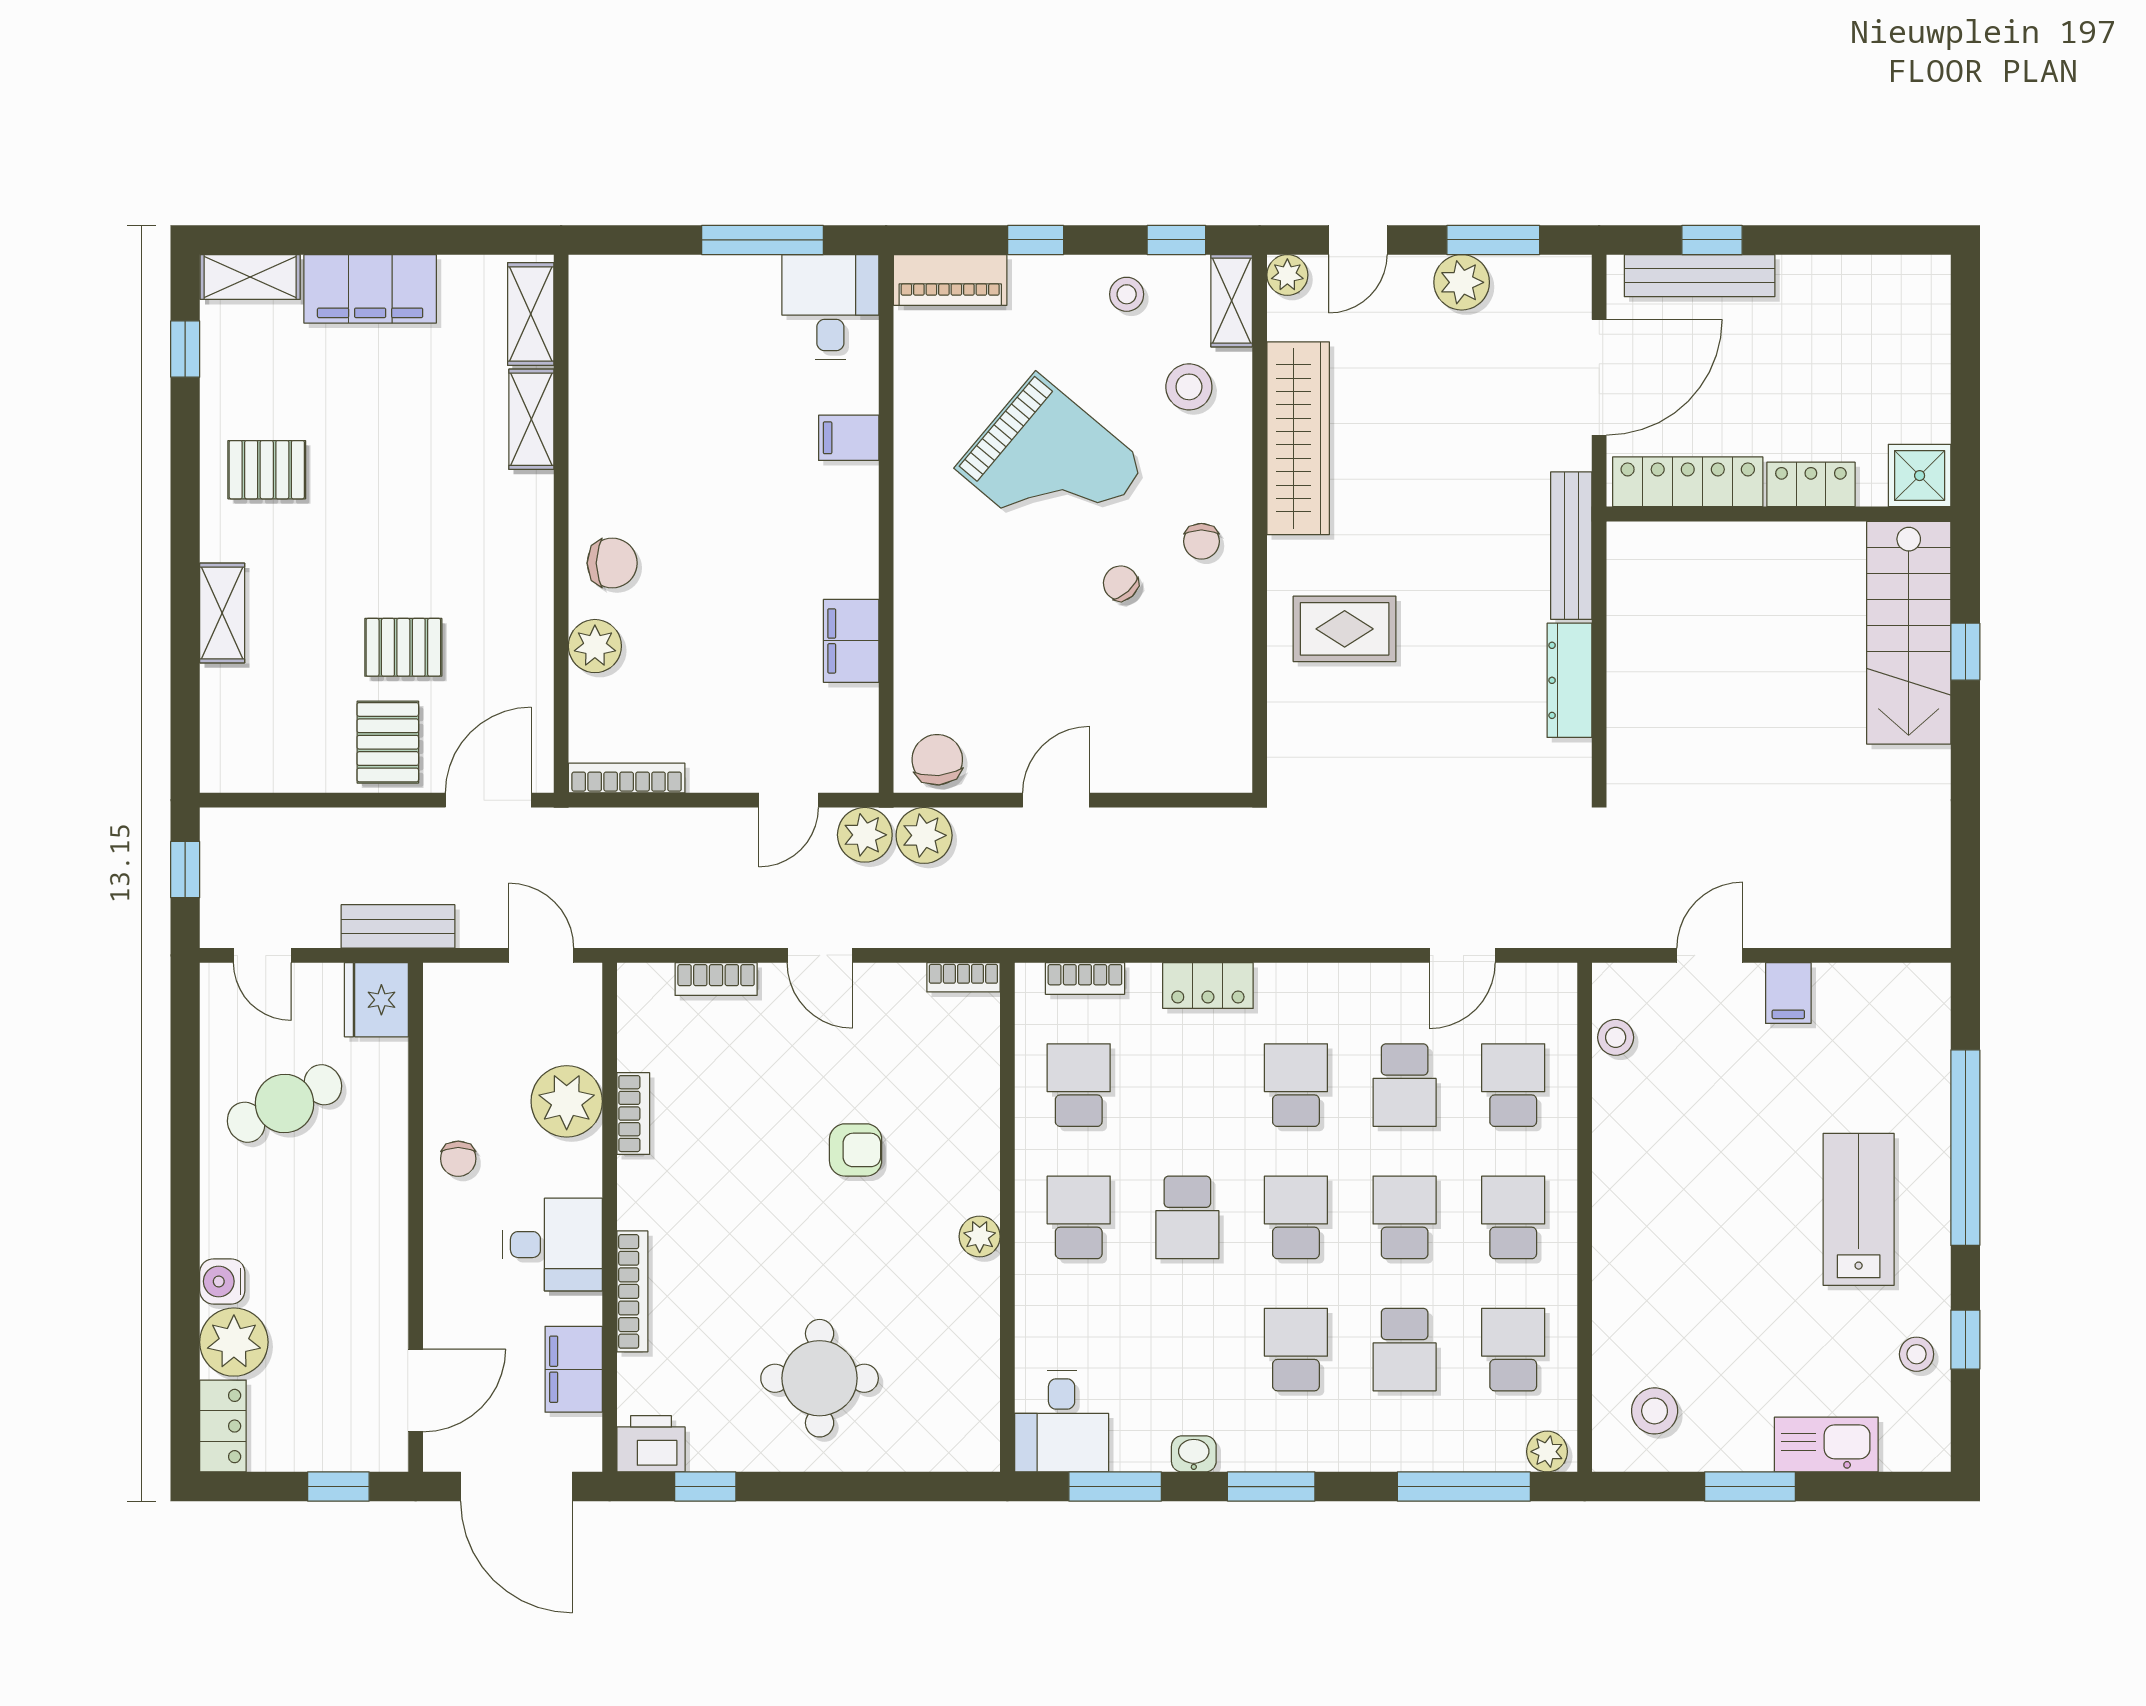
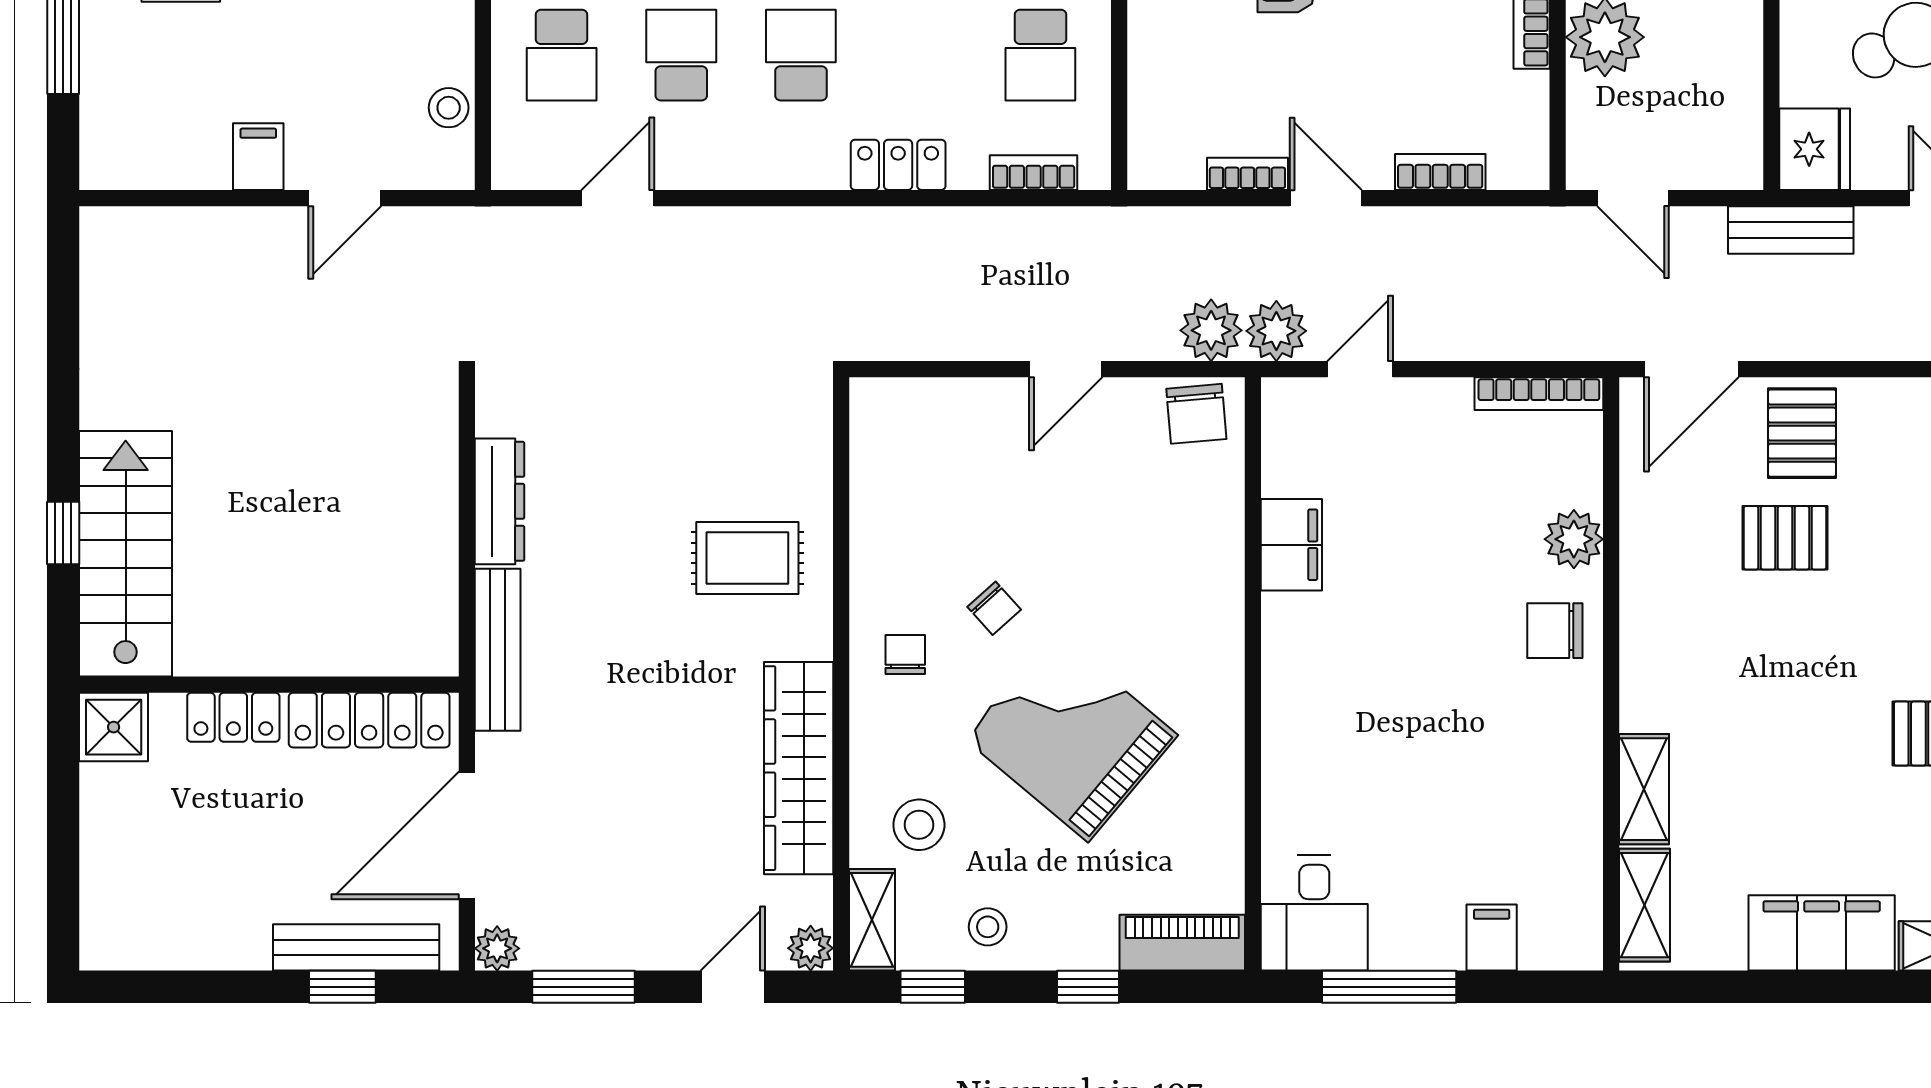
plant: (1462, 282) -> (497, 948), moved, width x0.73, depth x0.73
filing cabinet: (849, 438) -> (1492, 937), moved, turned -90
bookcase: (963, 977) -> (1247, 174), moved
school desk: (1296, 1085) -> (801, 55), turned 180

